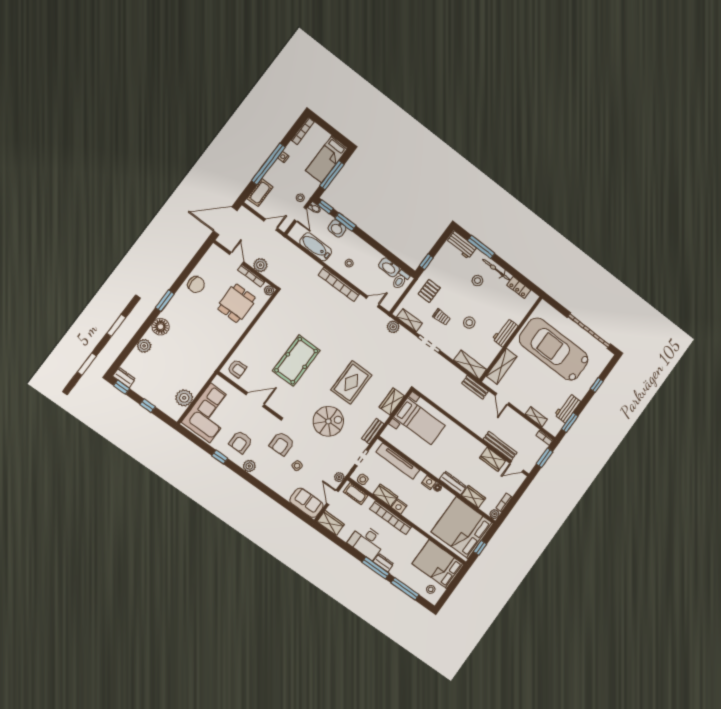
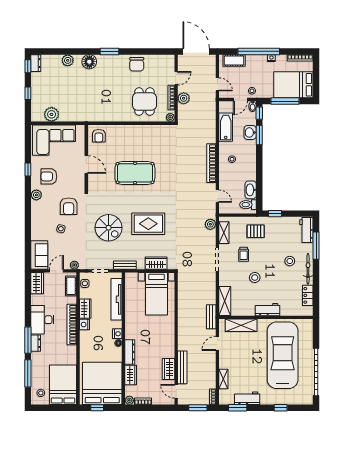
bed: (327, 159) -> (293, 85), width x1.50
dining table: (237, 303) -> (144, 102), turned 90
armchair: (282, 444) -> (69, 206), turned -90

